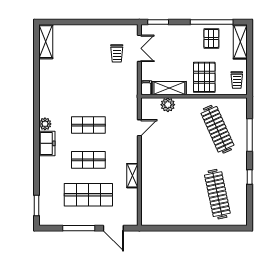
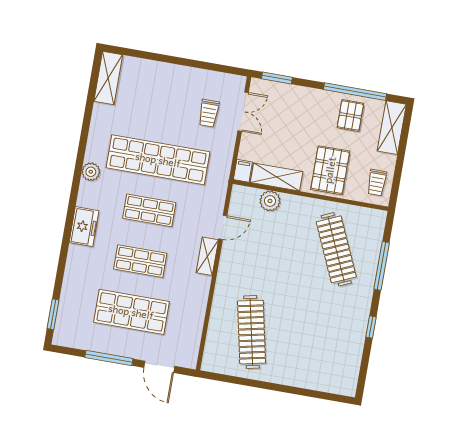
shop shelf: (88, 90) -> (158, 160), added
plant: (45, 124) -> (91, 172), moved
shelving: (132, 176) -> (207, 256), moved
clothes rail: (217, 194) -> (252, 332), moved

